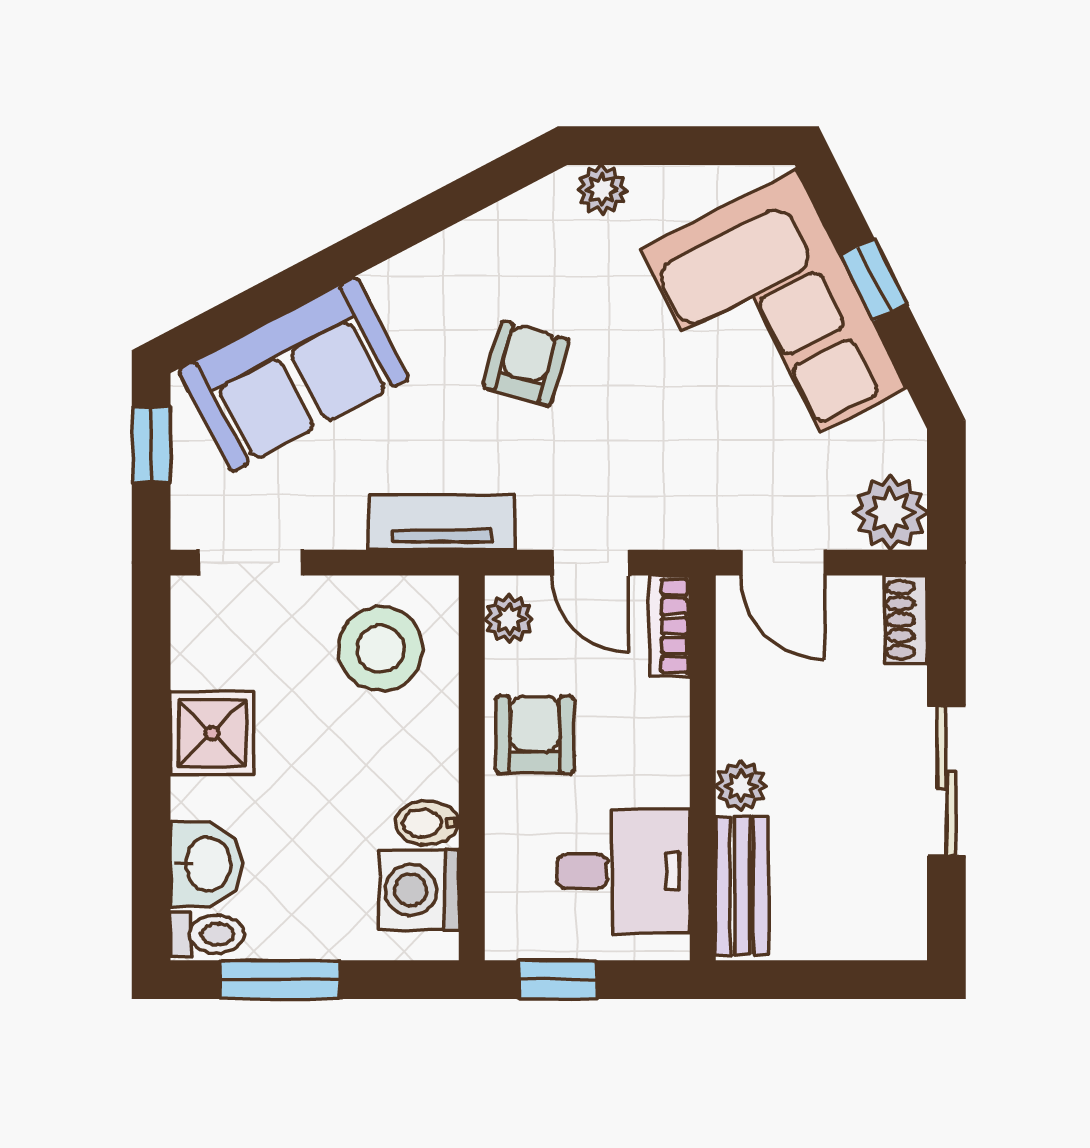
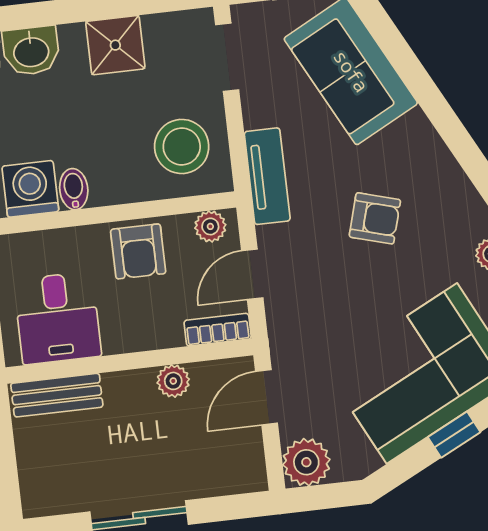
shoe rack: (906, 620) -> (239, 480), removed
armchair: (535, 735) -> (138, 251), turned 90
plant: (741, 786) -> (173, 381), moved

